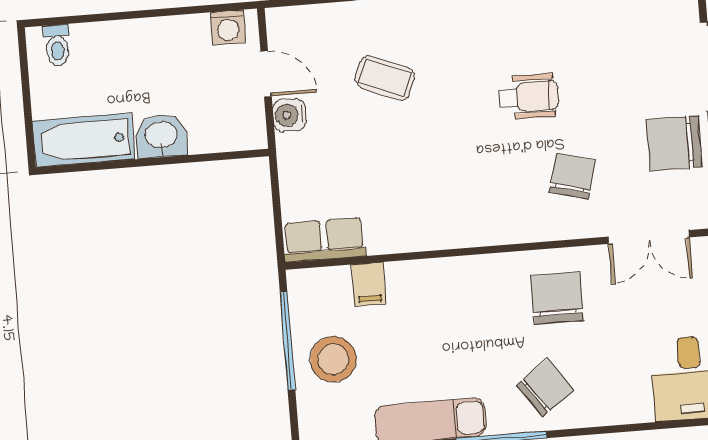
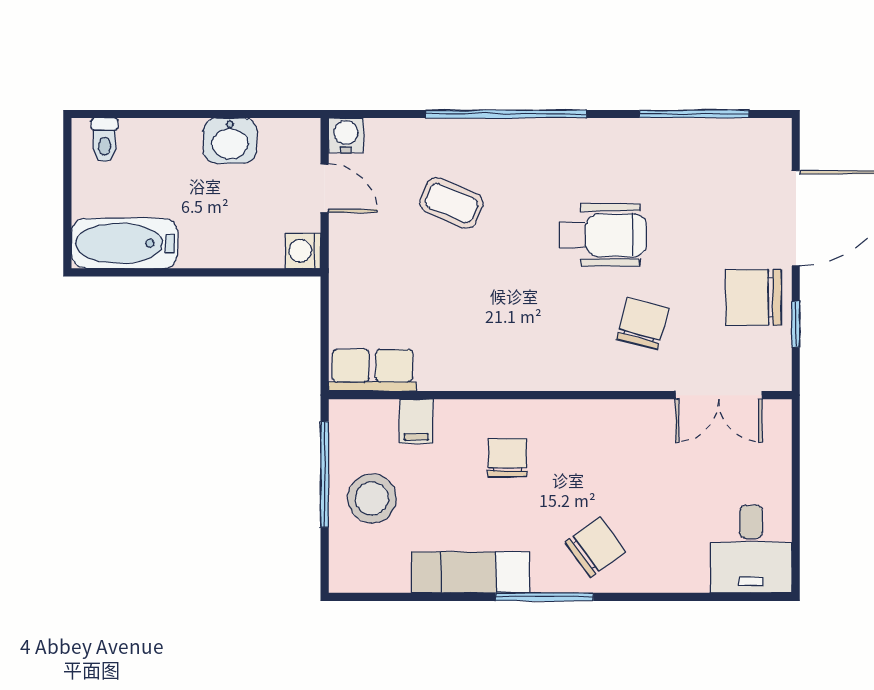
washing machine: (228, 28) -> (303, 251), moved, turned 90
wheelchair: (529, 96) -> (603, 235), width x1.36, depth x1.37
water cooler: (289, 115) -> (346, 135), moved, turned 90
washbasin: (161, 136) -> (230, 141), moved, turned 180
chair: (557, 298) -> (507, 458), moved, width x0.73, depth x0.73

